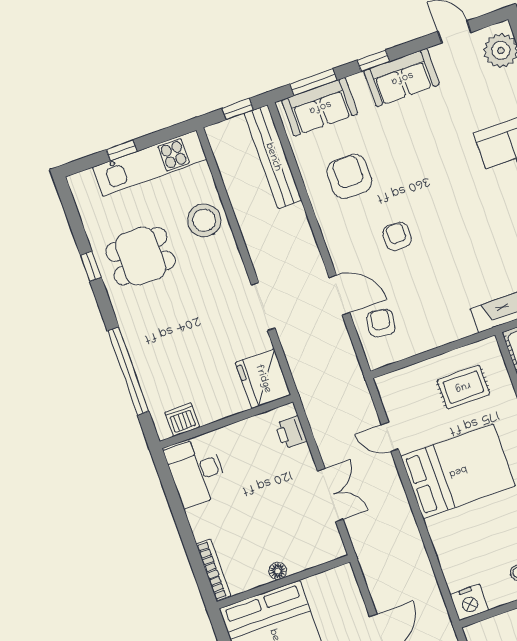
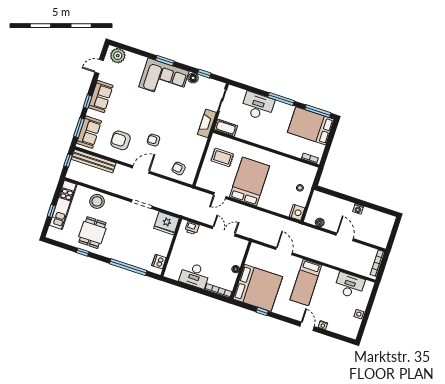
door: (339, 295) -> (141, 170), moved
rug: (463, 387) -> (222, 157), turned 90
desk: (196, 472) -> (195, 275), moved

